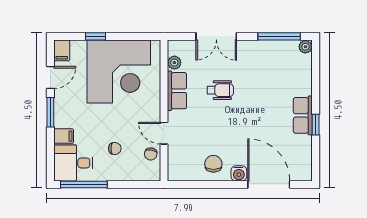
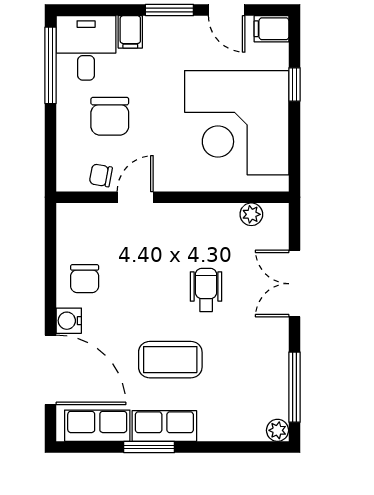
wheelchair: (220, 90) -> (206, 290), turned 180
row of seats: (177, 91) -> (97, 426), moved, turned 180
coffee table: (263, 112) -> (170, 360), added
window: (316, 125) -> (149, 447), width x1.50
chair: (115, 149) -> (110, 116), width x1.87, depth x1.87
chair: (213, 164) -> (85, 279), turned 90
door: (269, 185) -> (51, 370), hinge flipped

